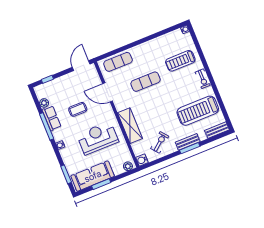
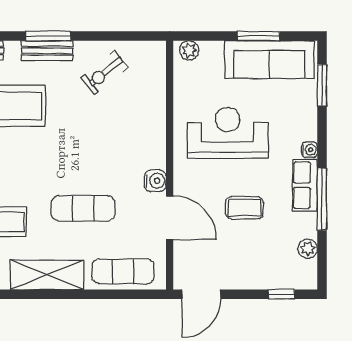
row of seats: (52, 118) -> (305, 185), moved
shelving: (130, 126) -> (47, 275), moved, turned 90
reception desk: (98, 138) -> (228, 133), turned 180
water cooler: (142, 160) -> (155, 181), moved

